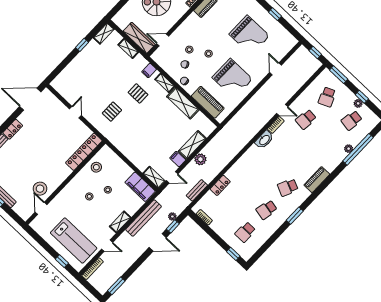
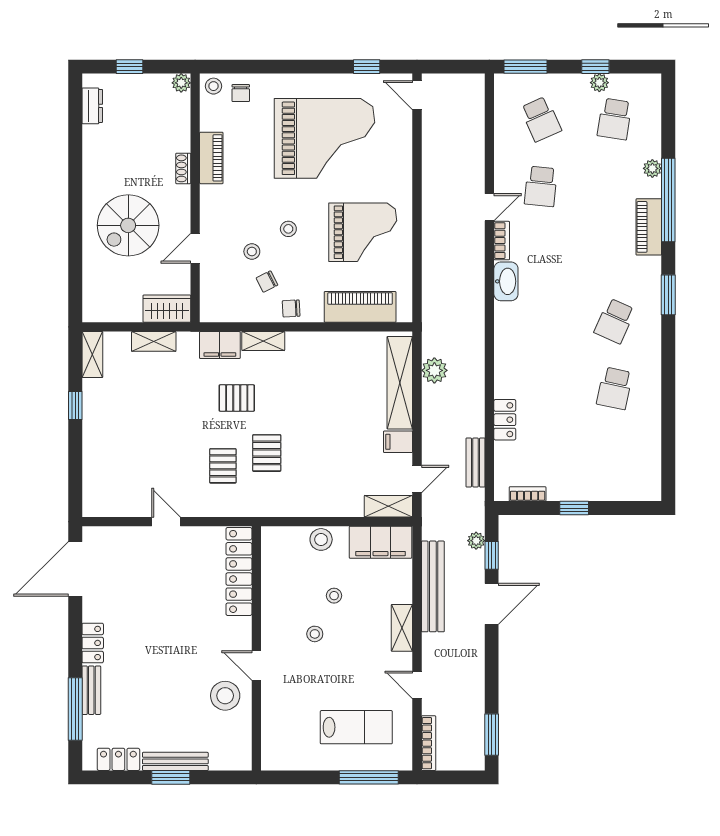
window: (275, 14) -> (367, 67), moved
grand piano: (249, 35) -> (324, 138), width x1.37, depth x1.48
wardrobe: (139, 38) -> (167, 309), width x0.67
door: (163, 40) -> (195, 248), moved
window: (315, 52) -> (455, 67), removed
door: (276, 69) -> (417, 95), moved
filing cabinet: (149, 71) -> (220, 345), width x2.00
shelving: (183, 103) -> (322, 346), removed
pallet: (131, 121) -> (267, 453), added
shelving: (192, 145) -> (400, 383), width x1.47
window: (358, 149) -> (668, 200), moved
plant: (200, 159) -> (434, 370), moved
stool: (96, 167) -> (321, 539), moved
piano: (317, 180) -> (649, 227), moved
door: (41, 208) -> (256, 666), moved
window: (295, 216) -> (668, 295), moved
school desk: (245, 232) -> (615, 456), removed
lab bench: (74, 241) -> (356, 727), width x0.73, depth x0.72
door: (107, 246) -> (417, 685), swing flipped
window: (233, 254) -> (574, 508), moved
window: (62, 261) -> (369, 777), width x2.17

